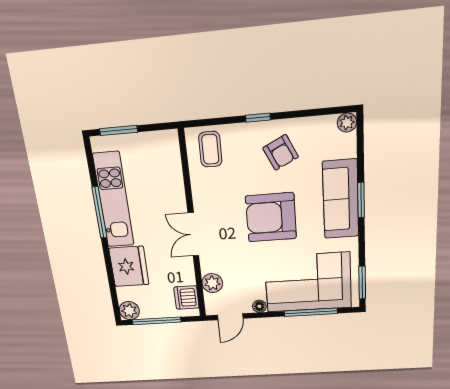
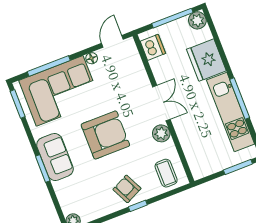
armchair: (281, 152) -> (127, 189), moved
sofa: (341, 199) -> (55, 157), width x0.73
plant: (212, 283) -> (161, 133), moved

